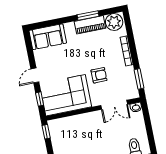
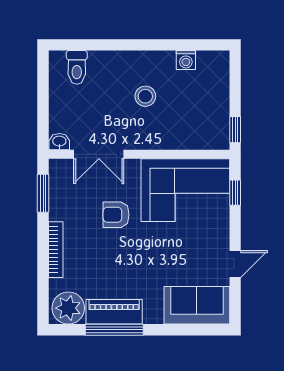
window: (88, 16) -> (114, 330), width x1.44
door: (35, 75) -> (235, 264), moved
double door: (114, 105) -> (99, 154), swing flipped
stool: (96, 140) -> (145, 96), added

